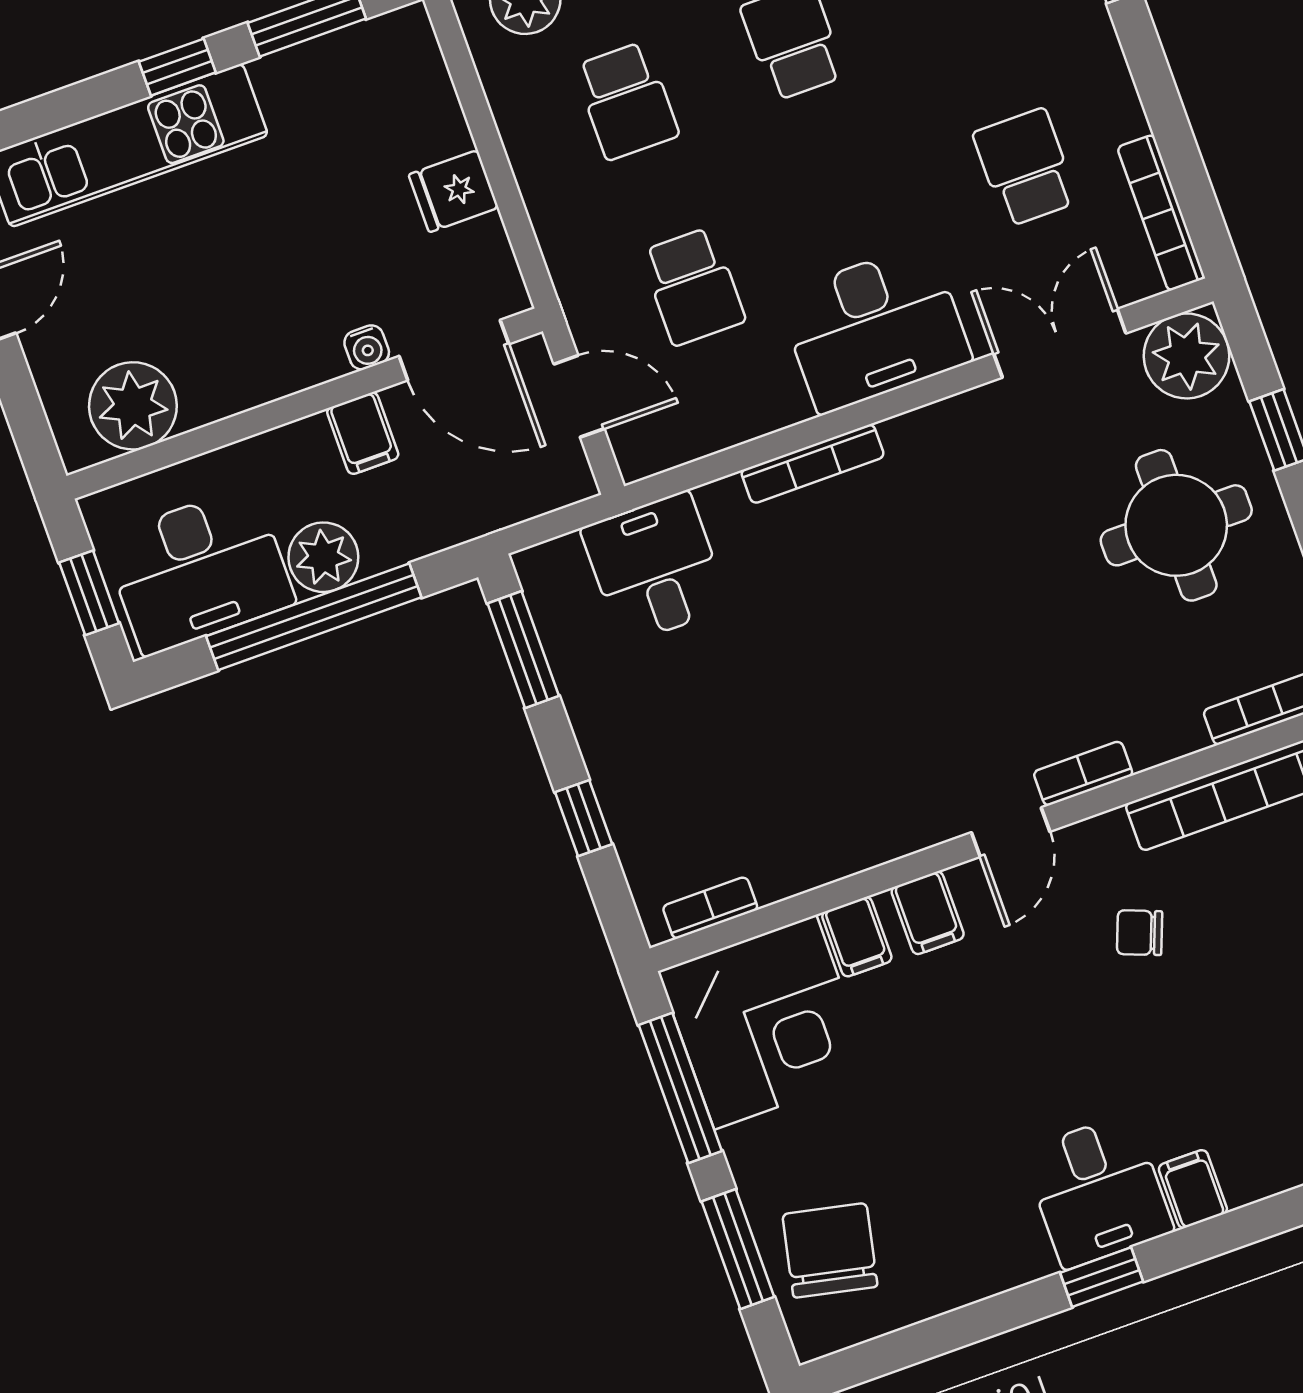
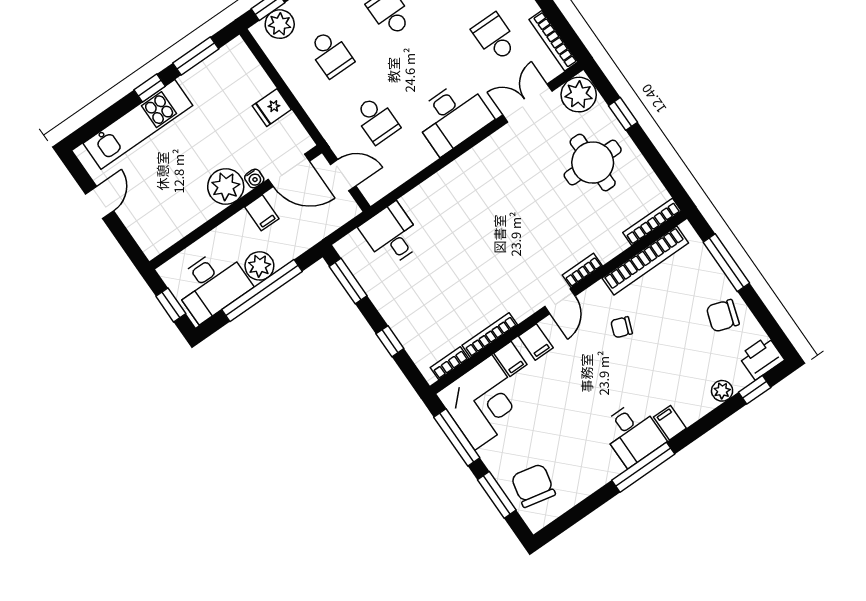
plant: (133, 406) -> (226, 186), moved
bookcase: (813, 464) -> (490, 335), moved, turned 180
window: (1102, 1277) -> (643, 467), width x2.17

